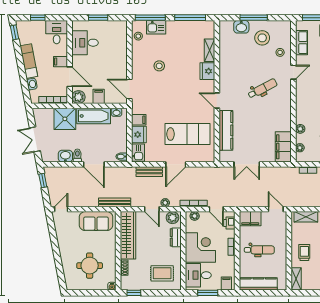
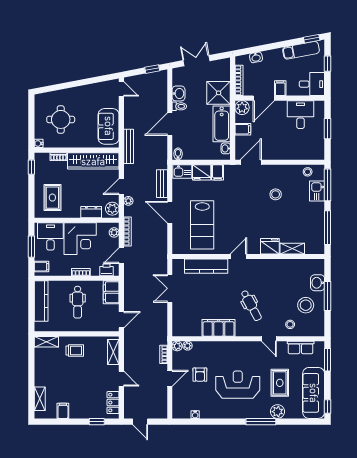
exam couch: (29, 61) -> (301, 50), moved
plant: (300, 129) -> (177, 346), moved
filing cabinet: (283, 147) -> (218, 328), moved

